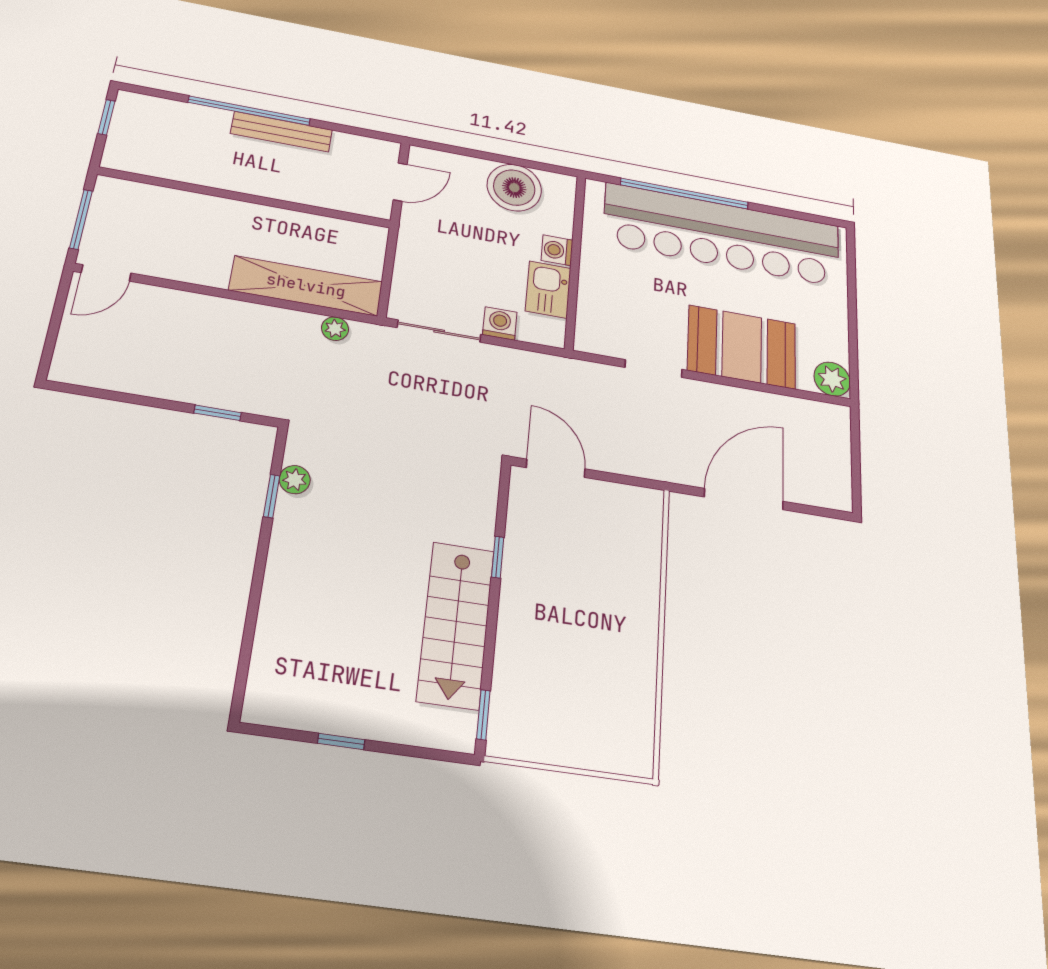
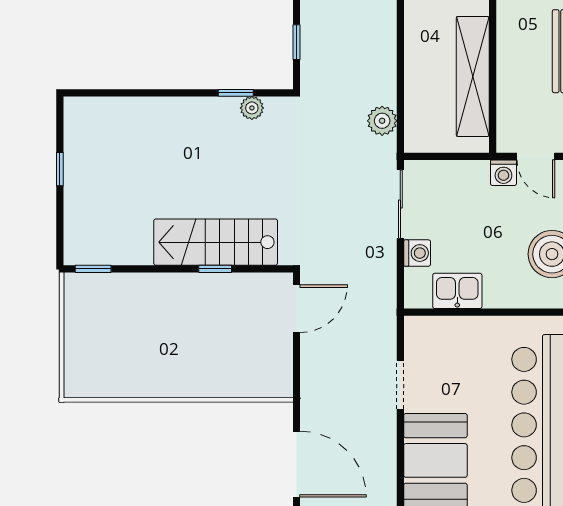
washing machine: (557, 250) -> (503, 173), moved, turned 180
shelving: (306, 286) -> (473, 76), moved
plant: (335, 329) -> (382, 121), width x1.38, depth x1.38
stairs: (456, 625) -> (216, 242), moved

